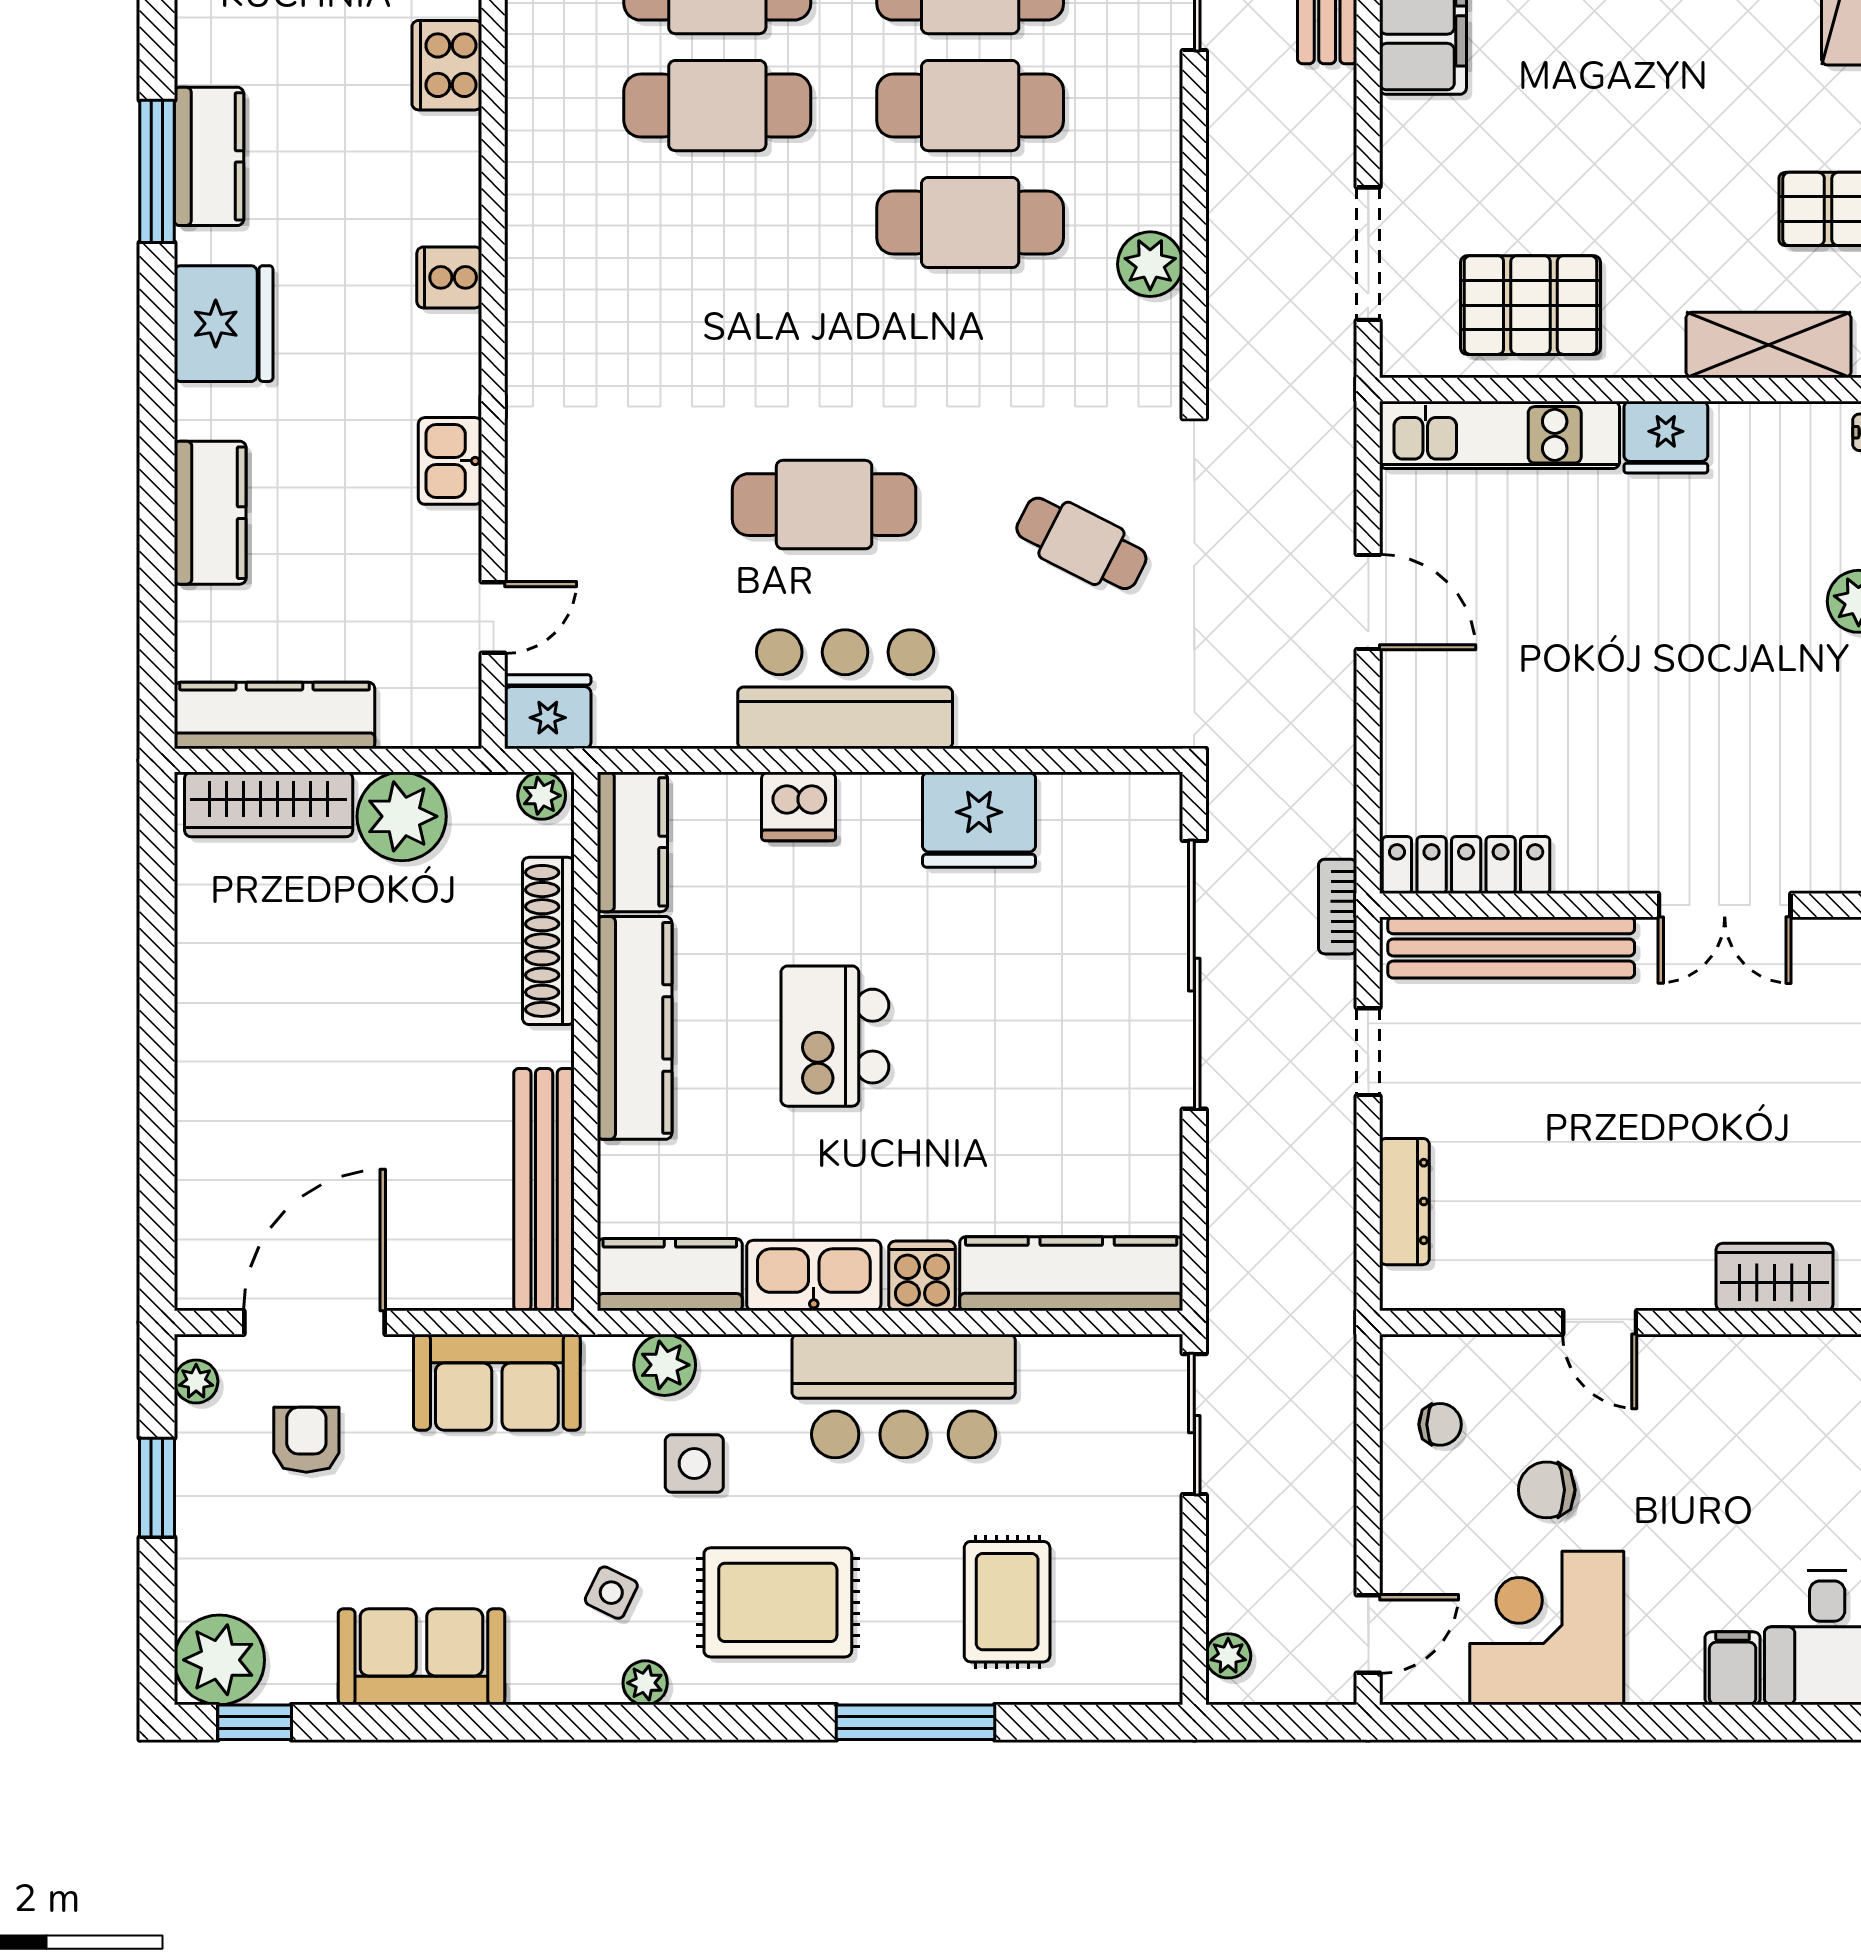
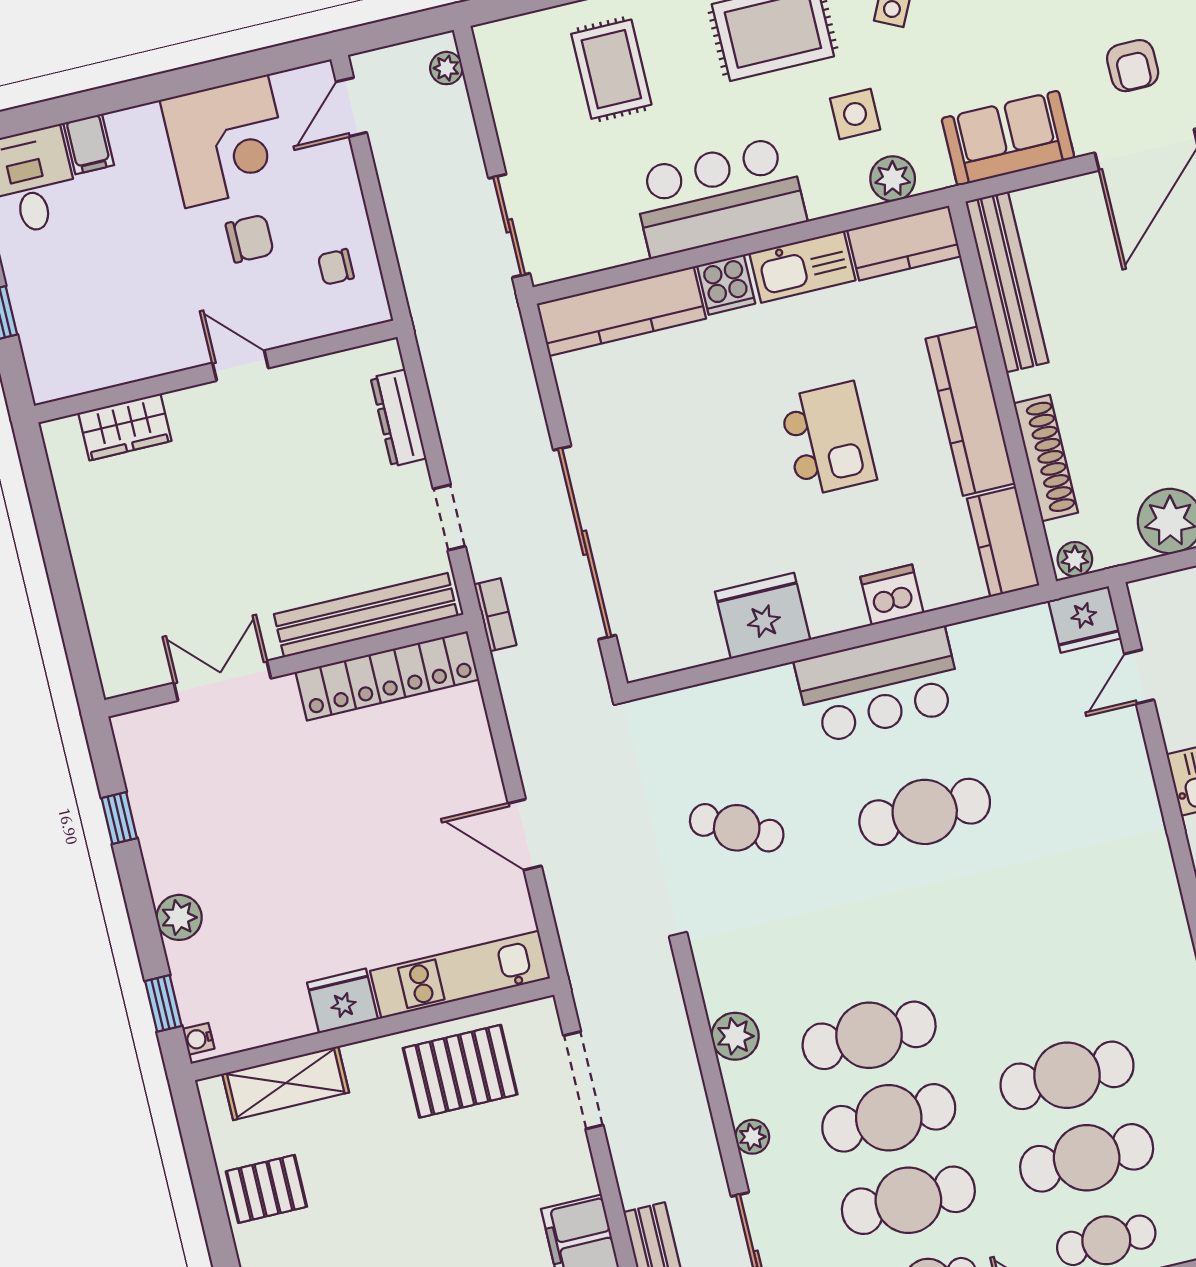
plant: (1159, 124) -> (752, 1137), added
locker: (1466, 865) -> (387, 676), width x1.41, depth x1.21

